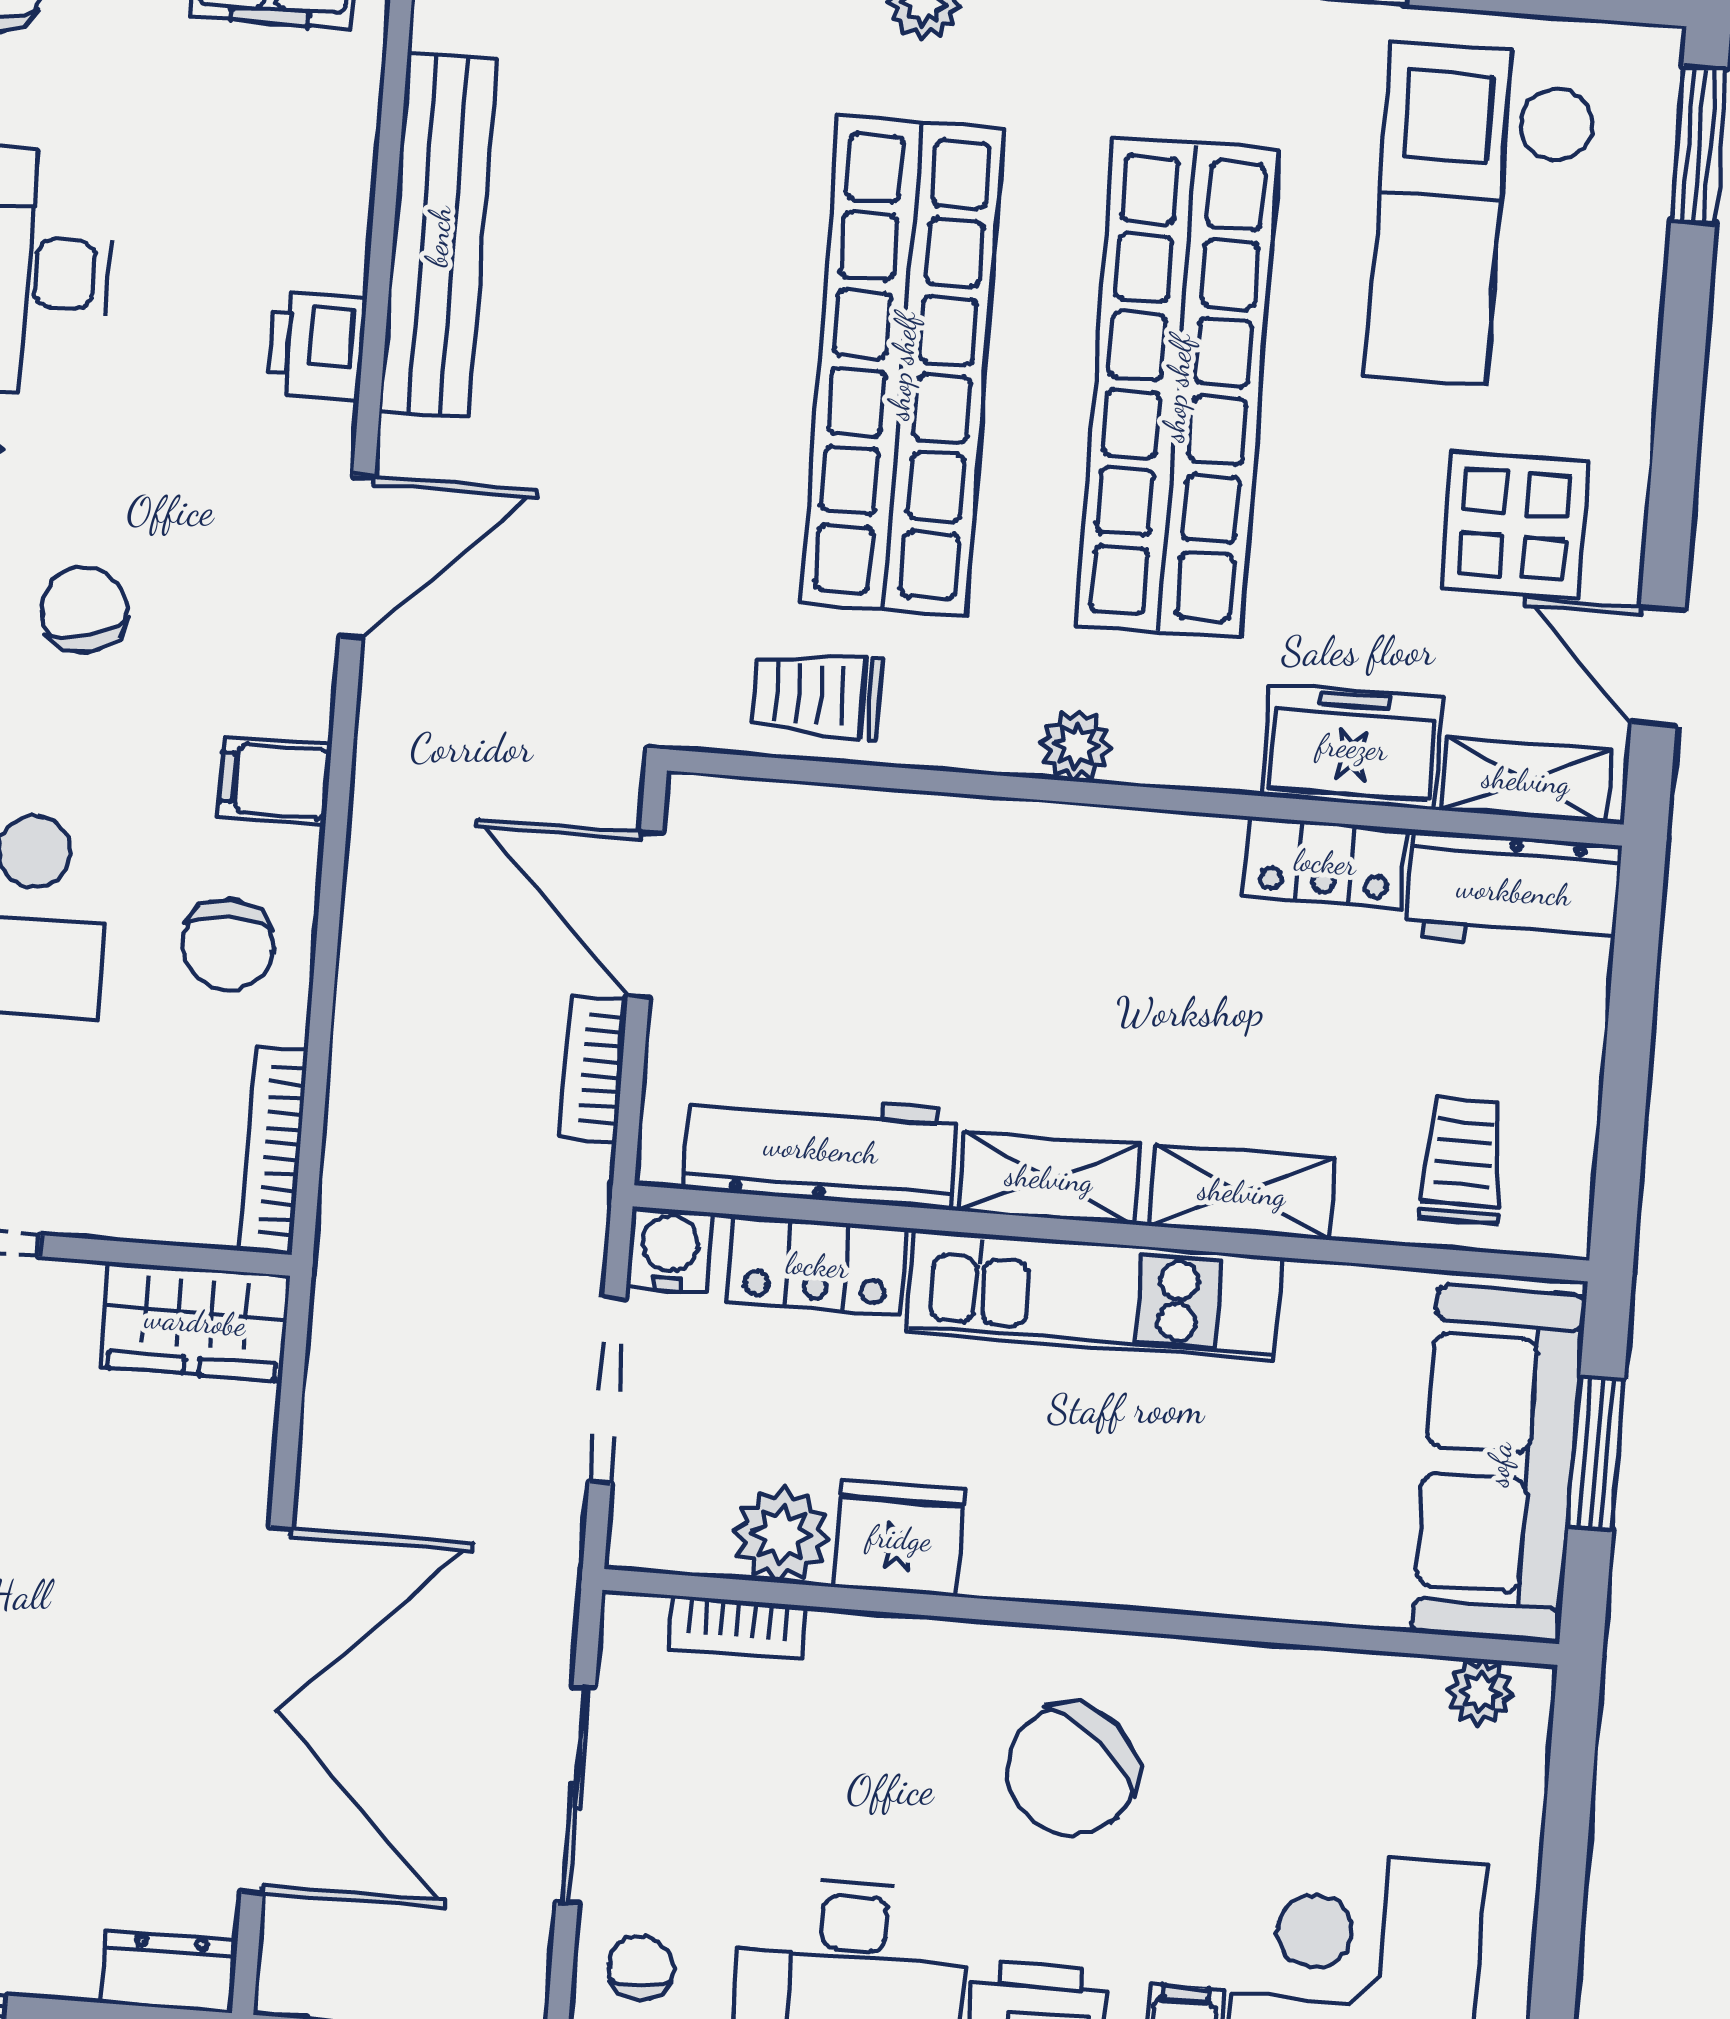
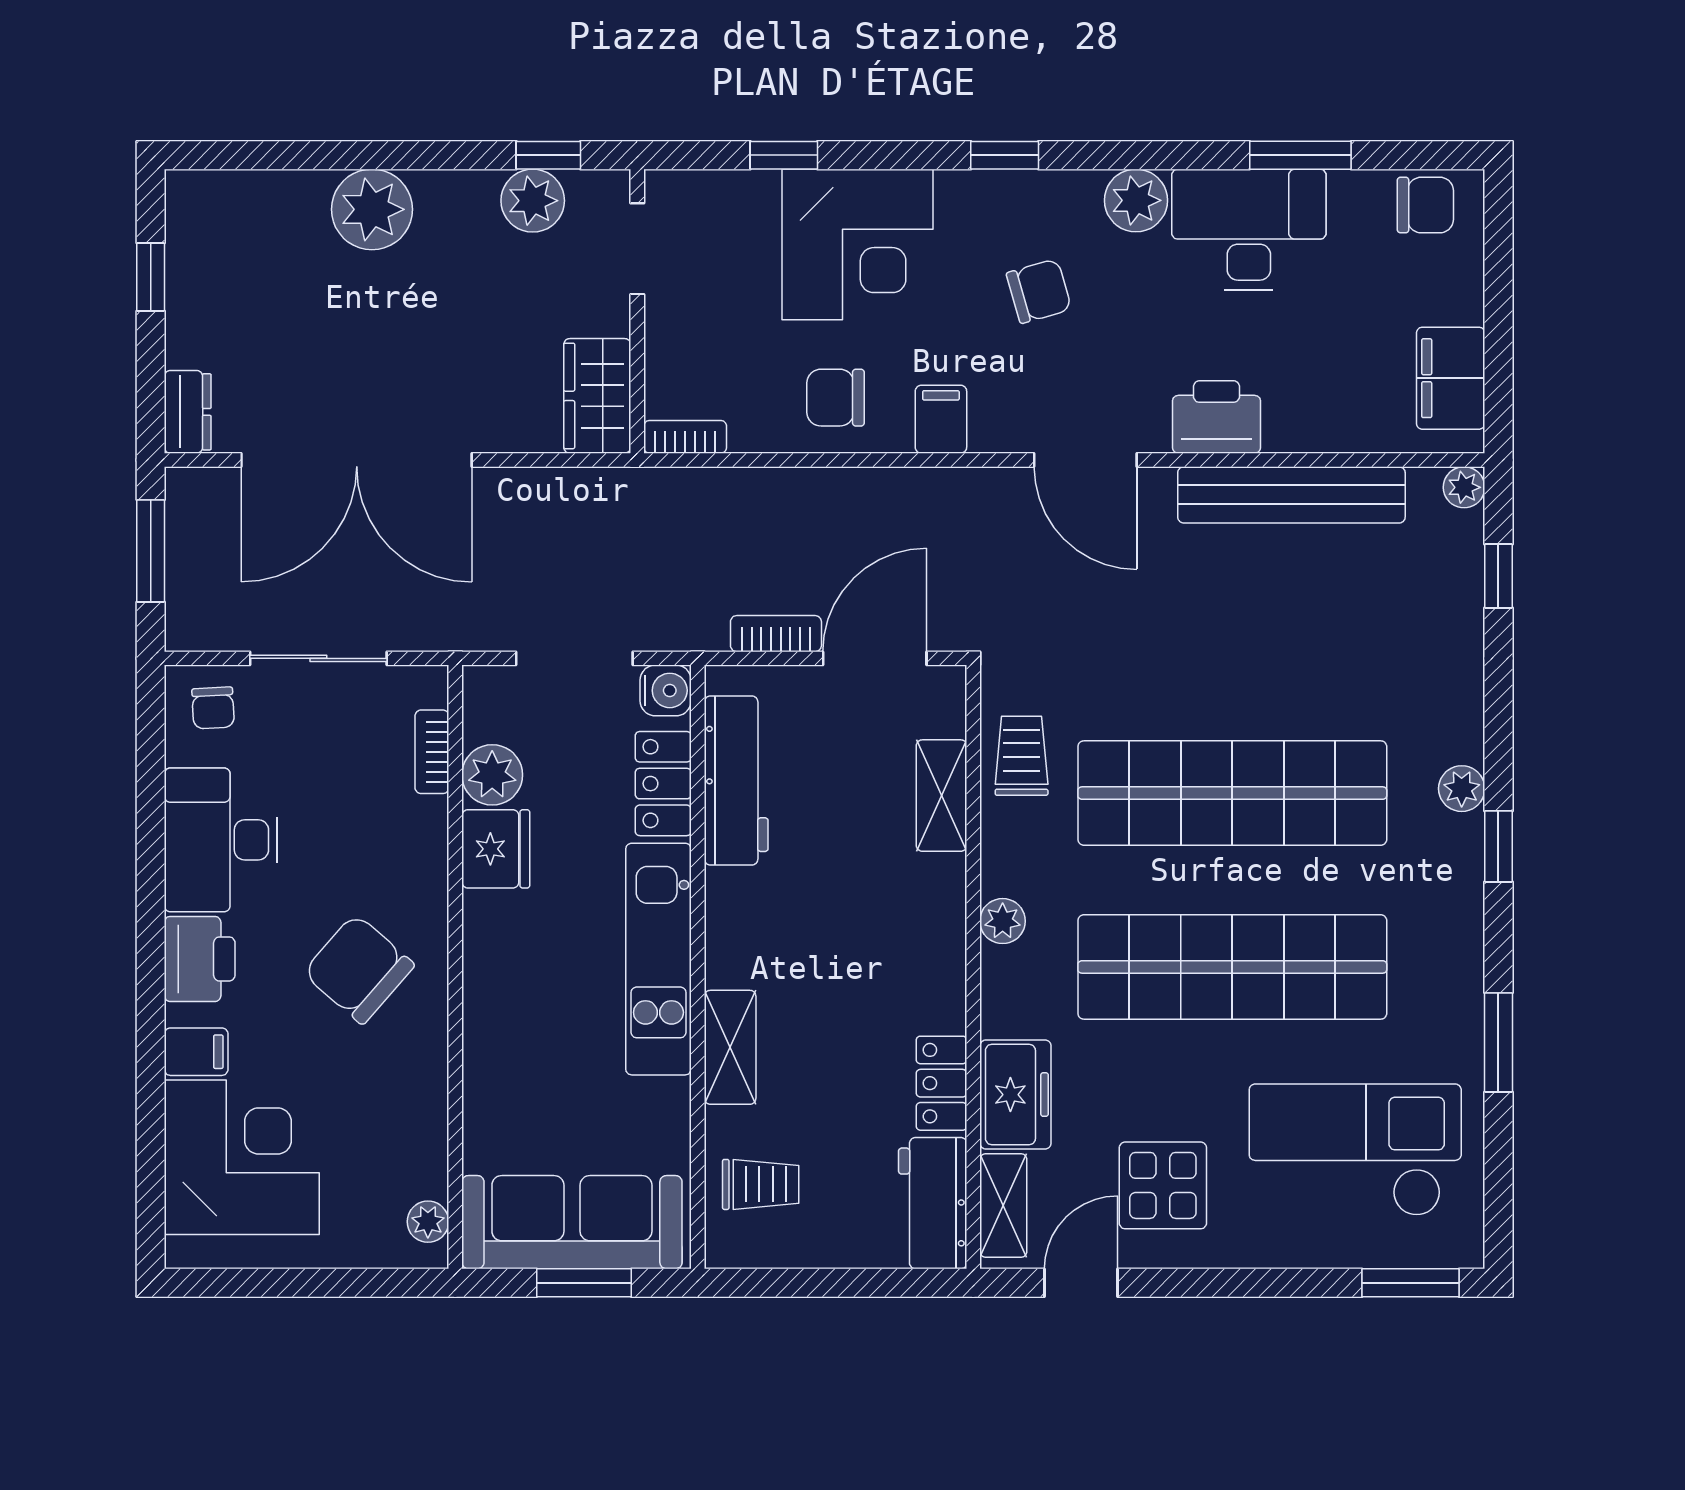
printer: (317, 345) -> (1216, 417), width x1.36, depth x1.24
bookcase: (274, 1151) -> (685, 437), width x0.64
shelving: (1049, 1178) -> (942, 796), moved
chair: (641, 1968) -> (213, 708), turned 91

